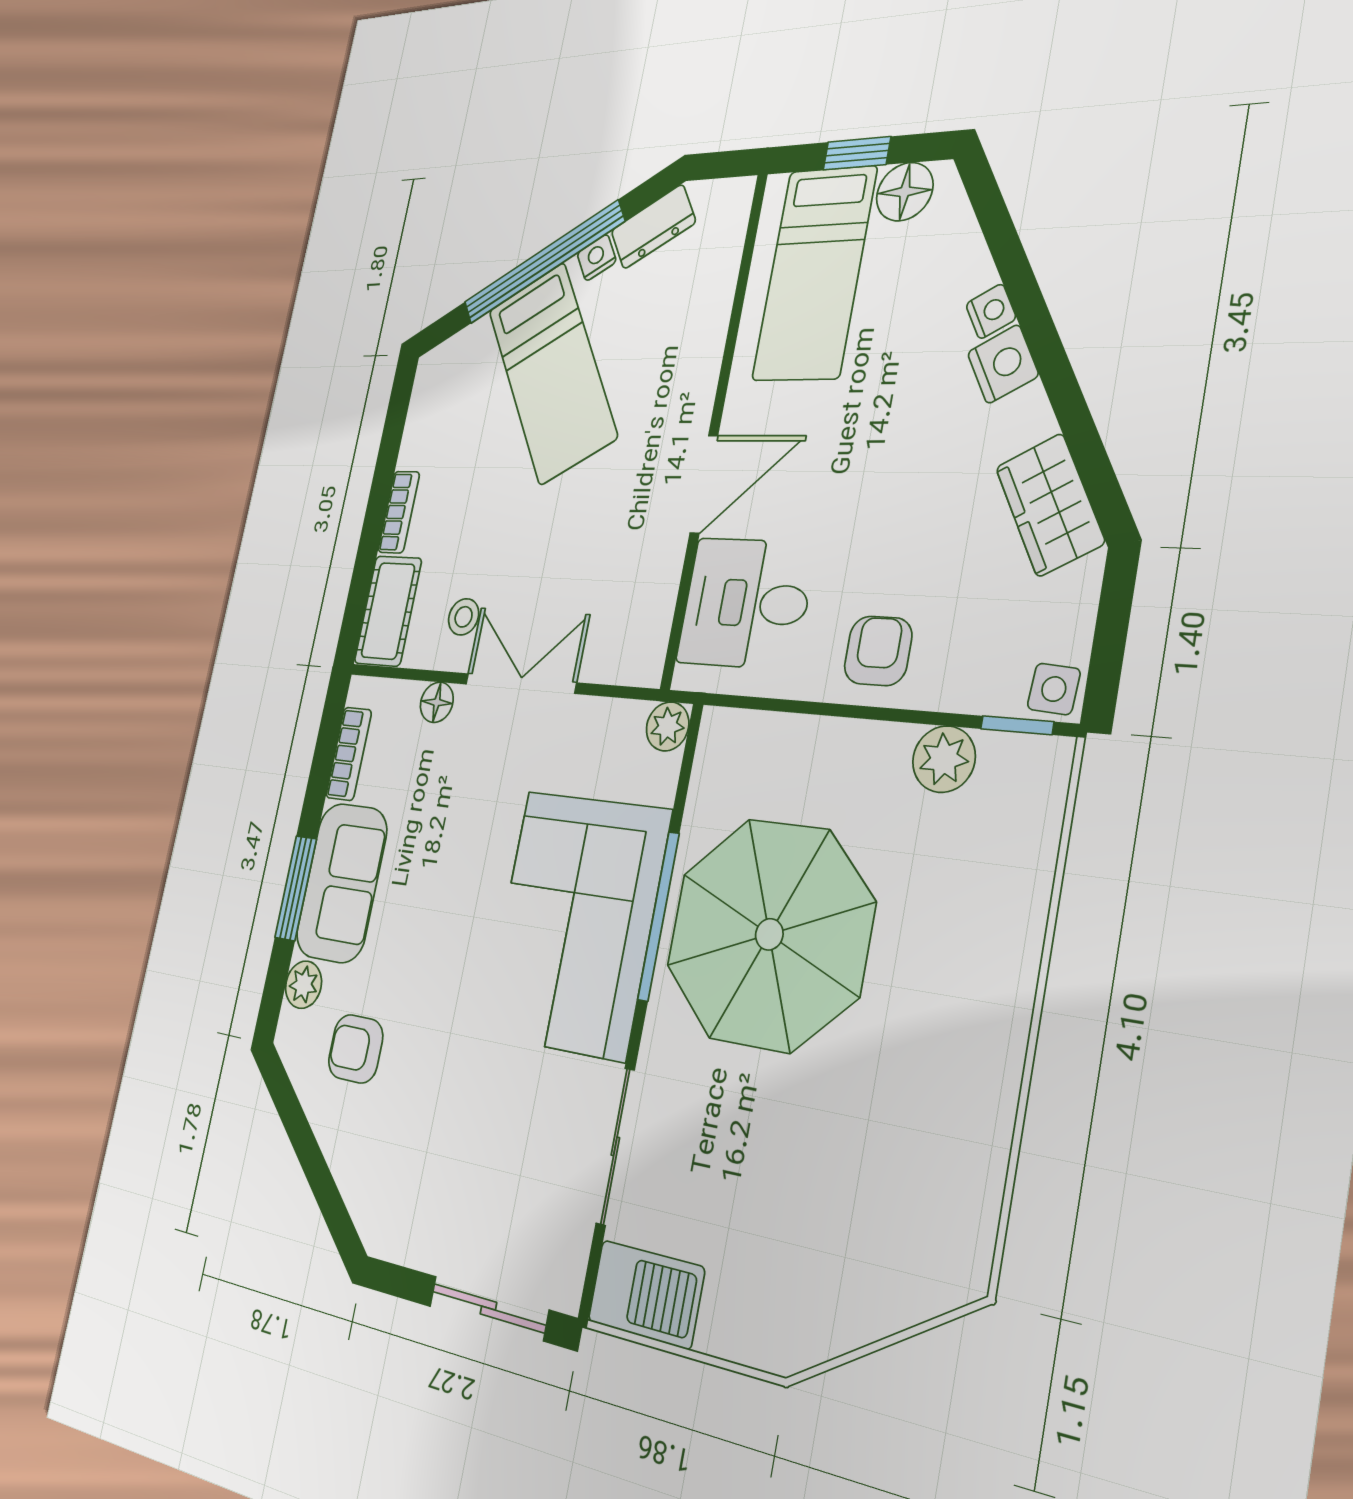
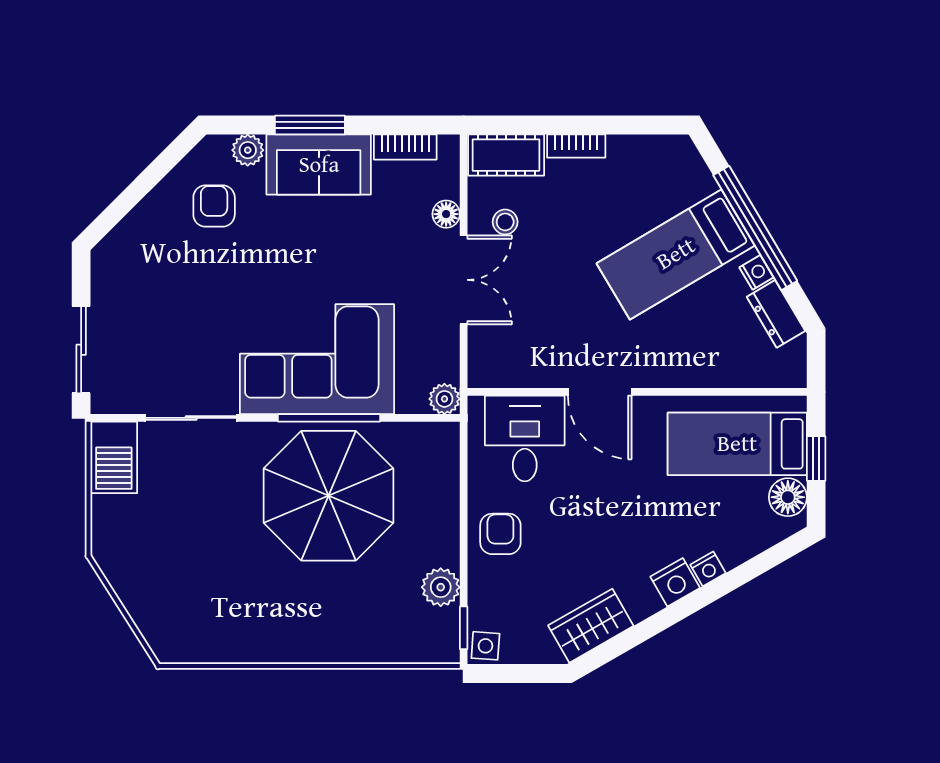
armchair: (878, 651) -> (500, 534), turned -90

